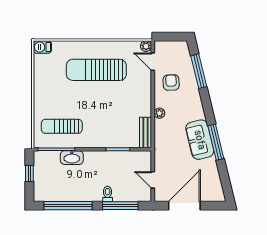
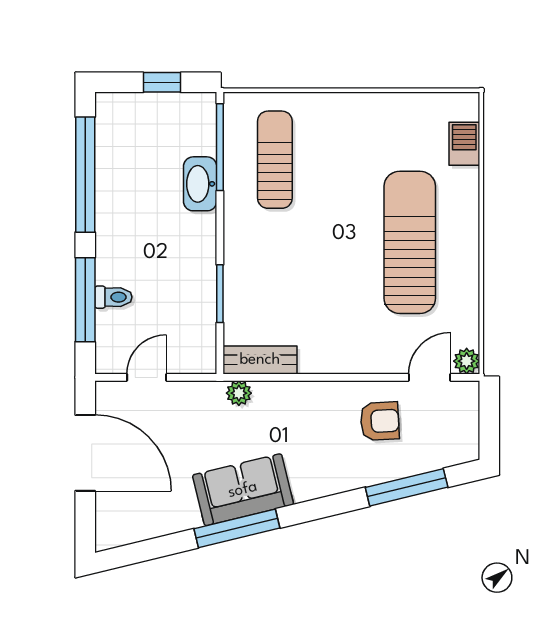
barbecue: (42, 47) -> (464, 144), moved
plant: (159, 113) -> (239, 393), moved
toilet: (108, 194) -> (113, 297), moved

